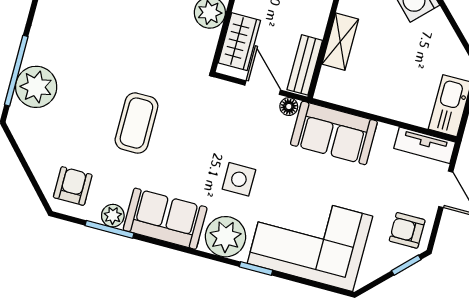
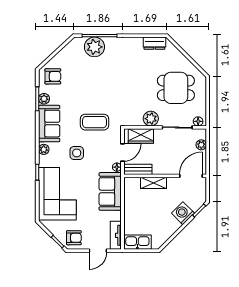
coffee table: (136, 123) -> (95, 122), moved
armchair: (407, 230) -> (74, 238), turned 90
plant: (226, 237) -> (44, 149), width x0.53, depth x0.53

